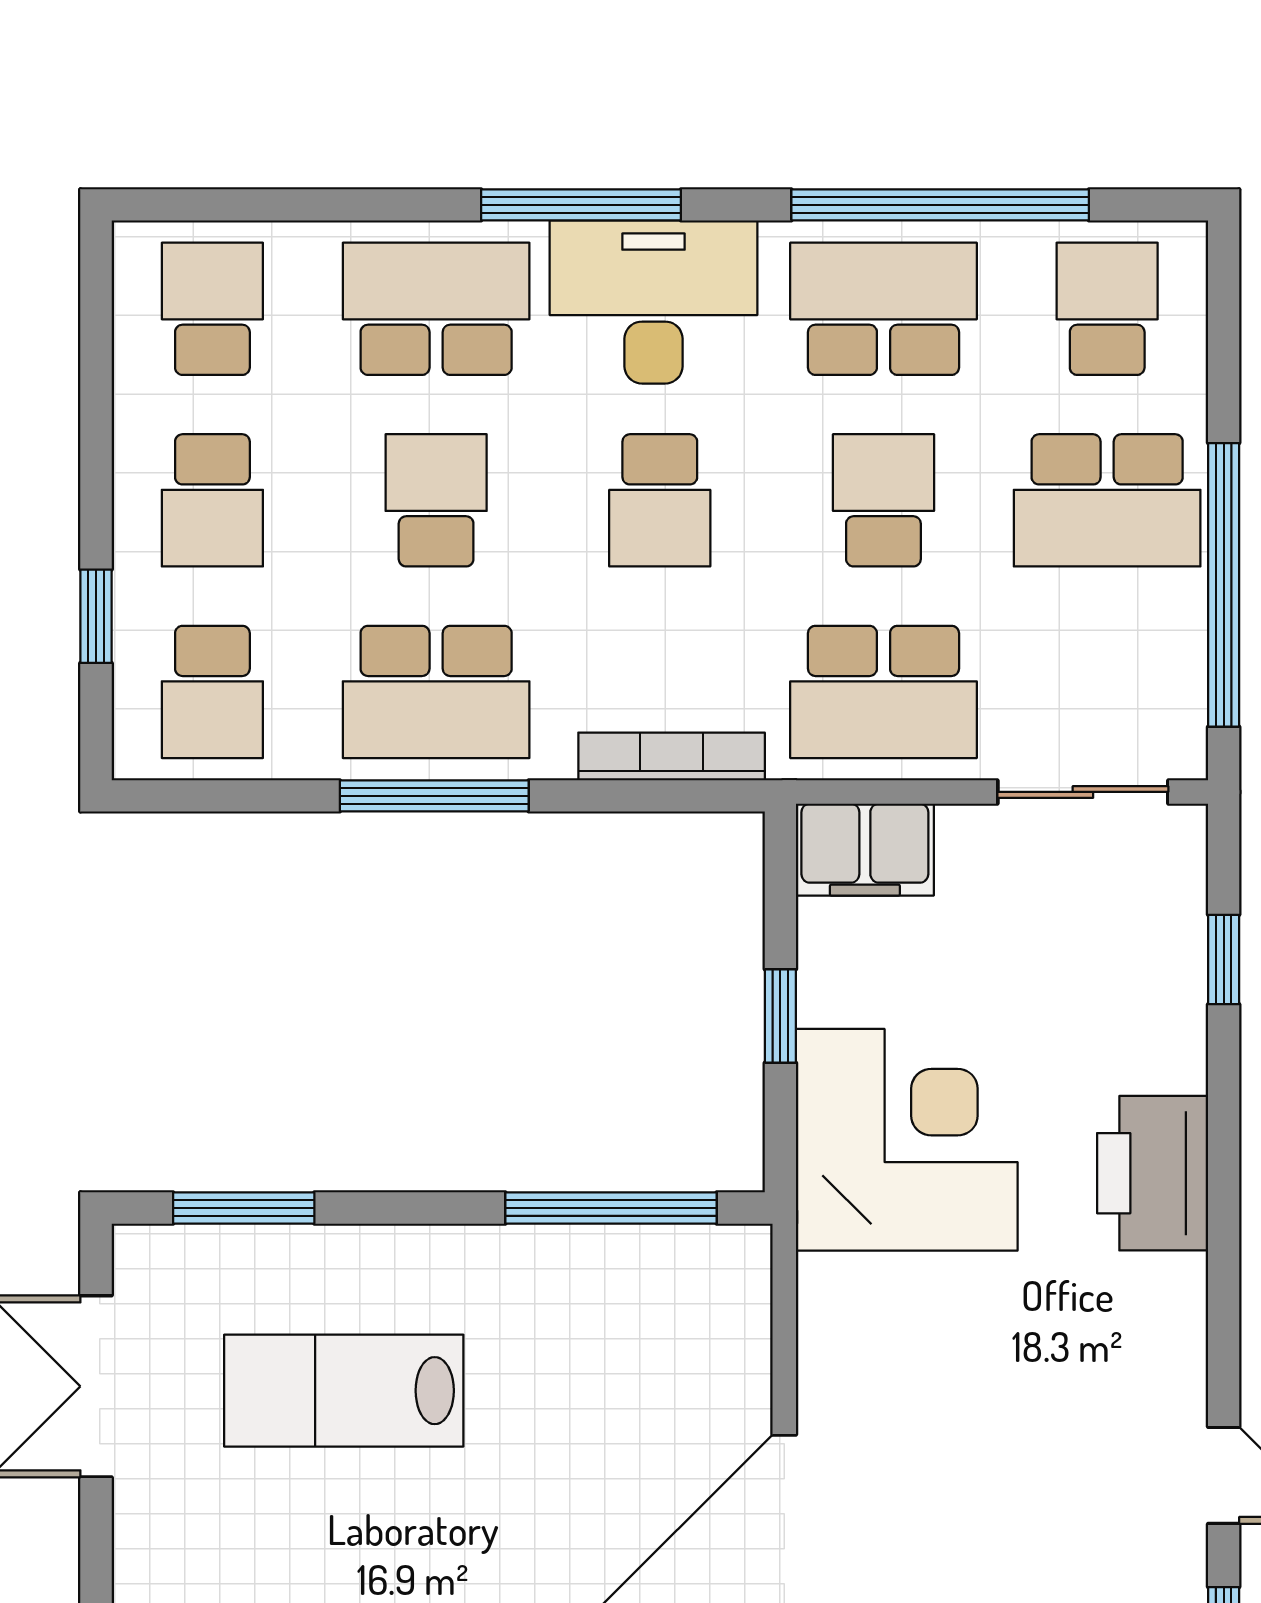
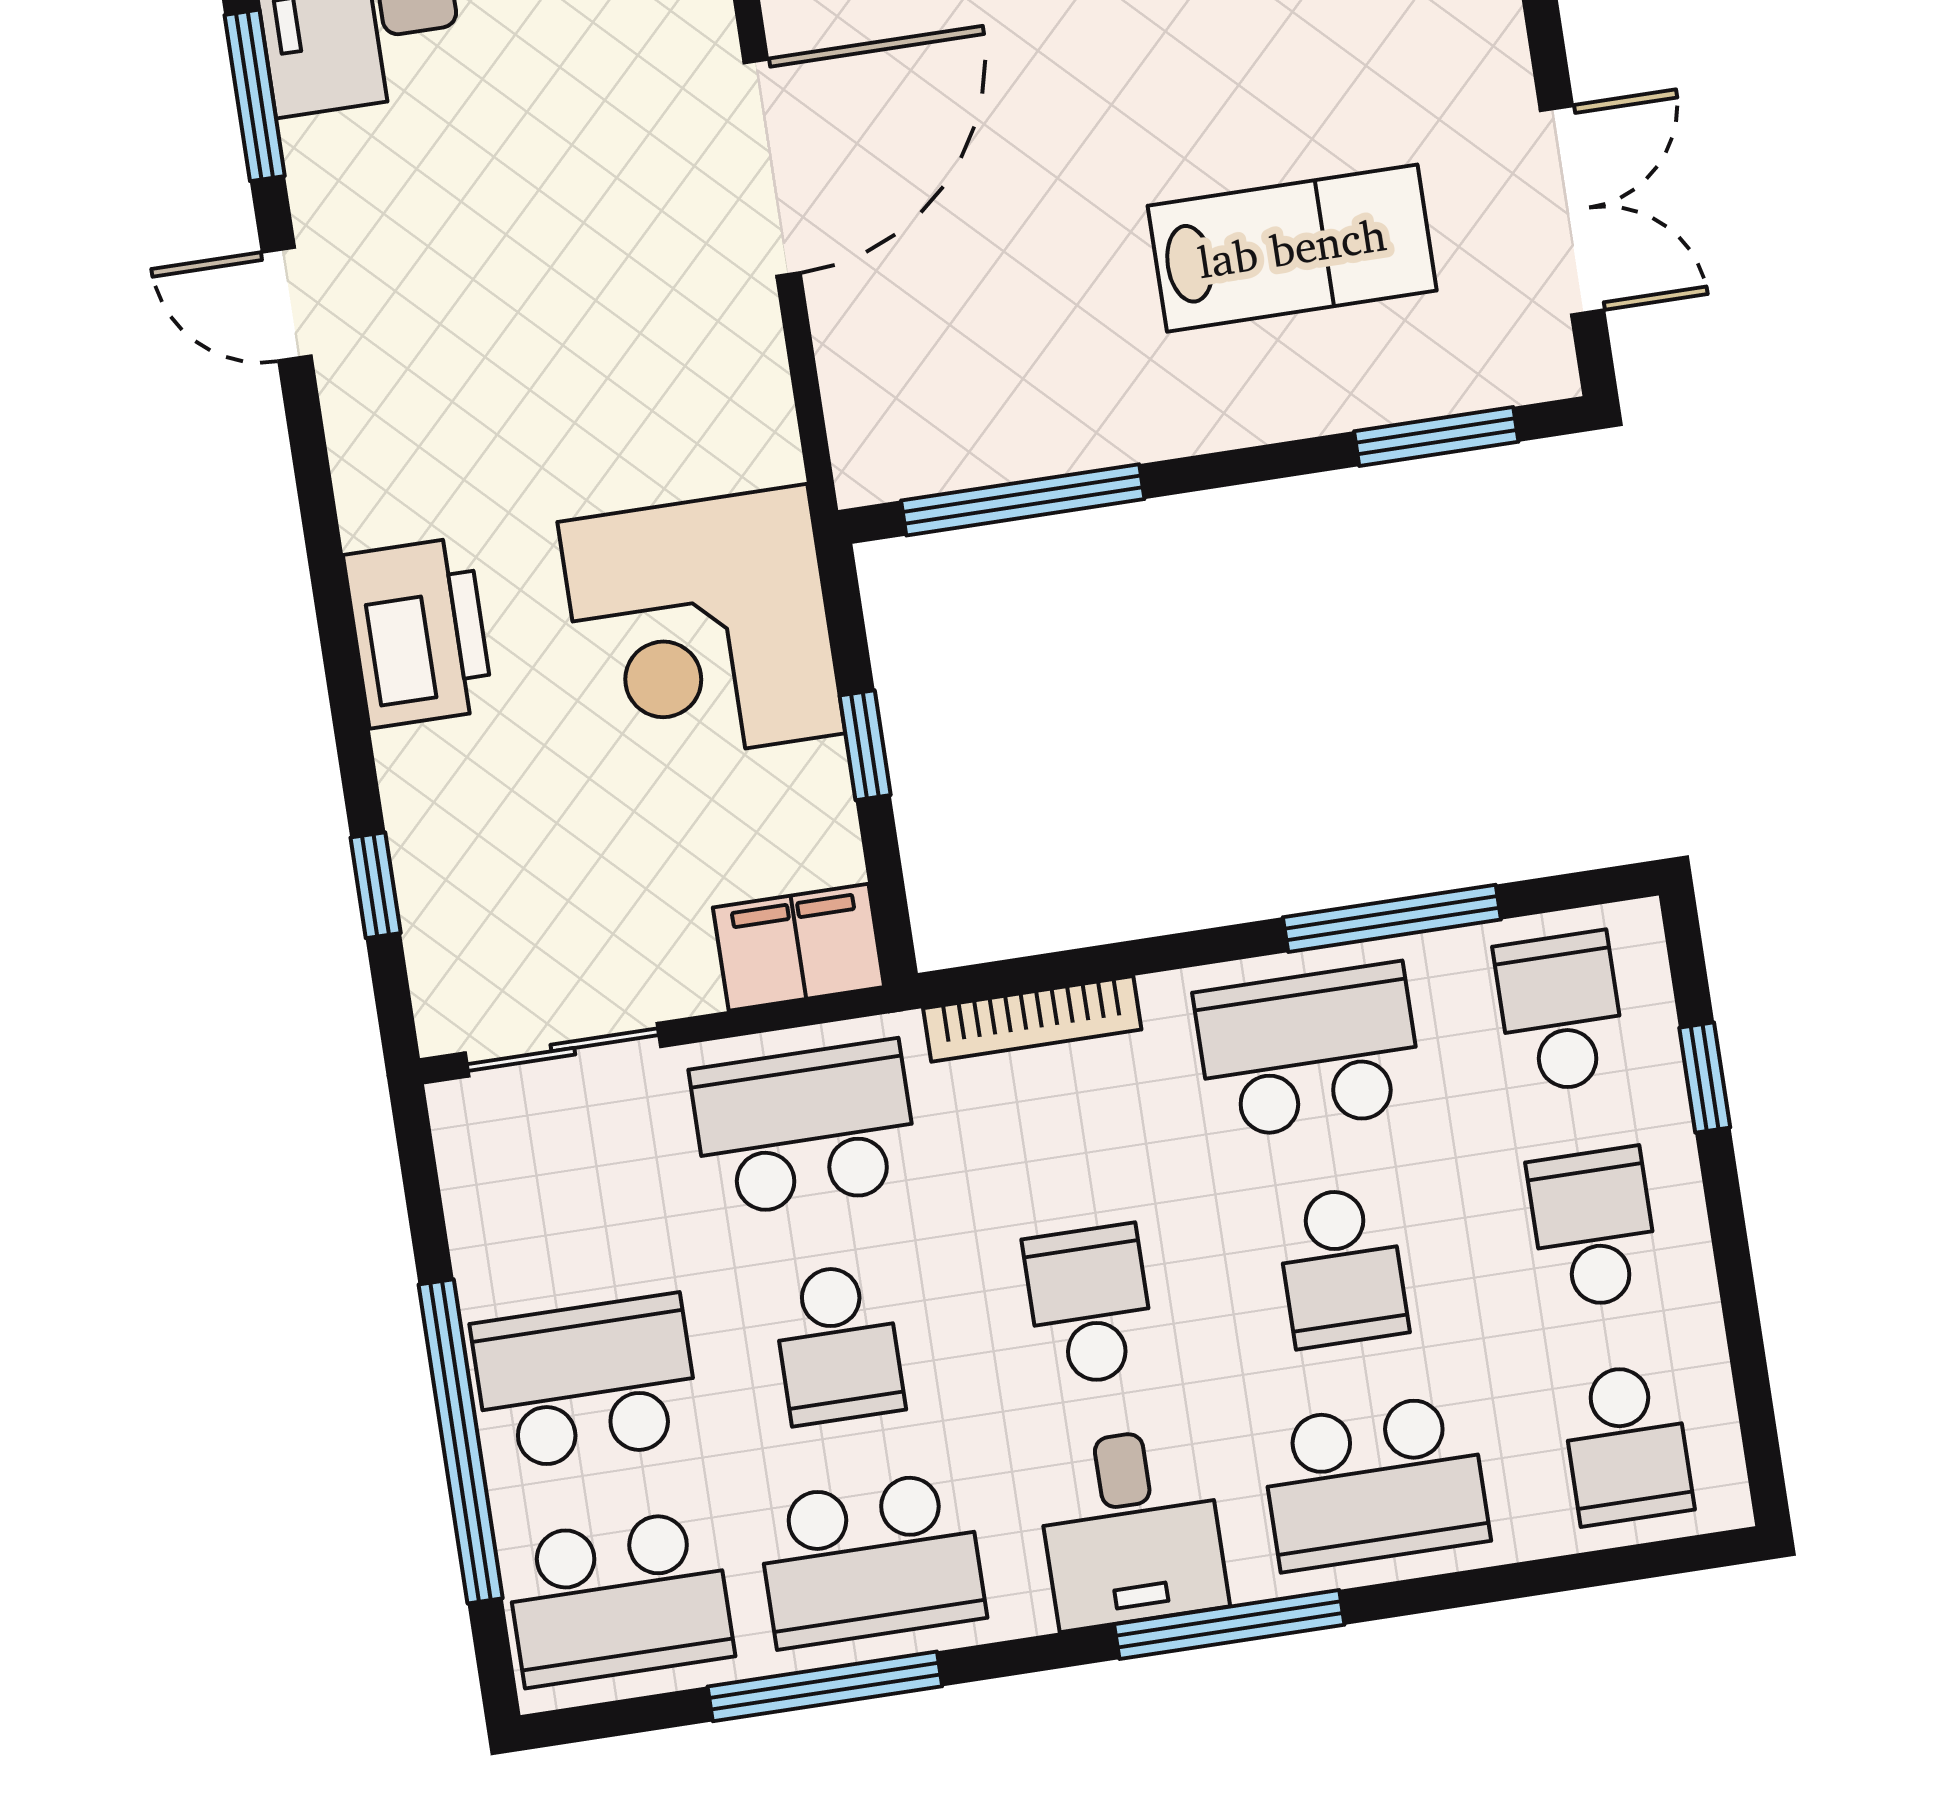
window: (940, 205) -> (825, 1686), width x0.68
desk: (654, 302) -> (1131, 1528), width x0.73
school desk: (1107, 309) -> (619, 1598), width x1.85
window: (1224, 585) -> (461, 1441), moved
window: (434, 796) -> (1392, 918), moved

